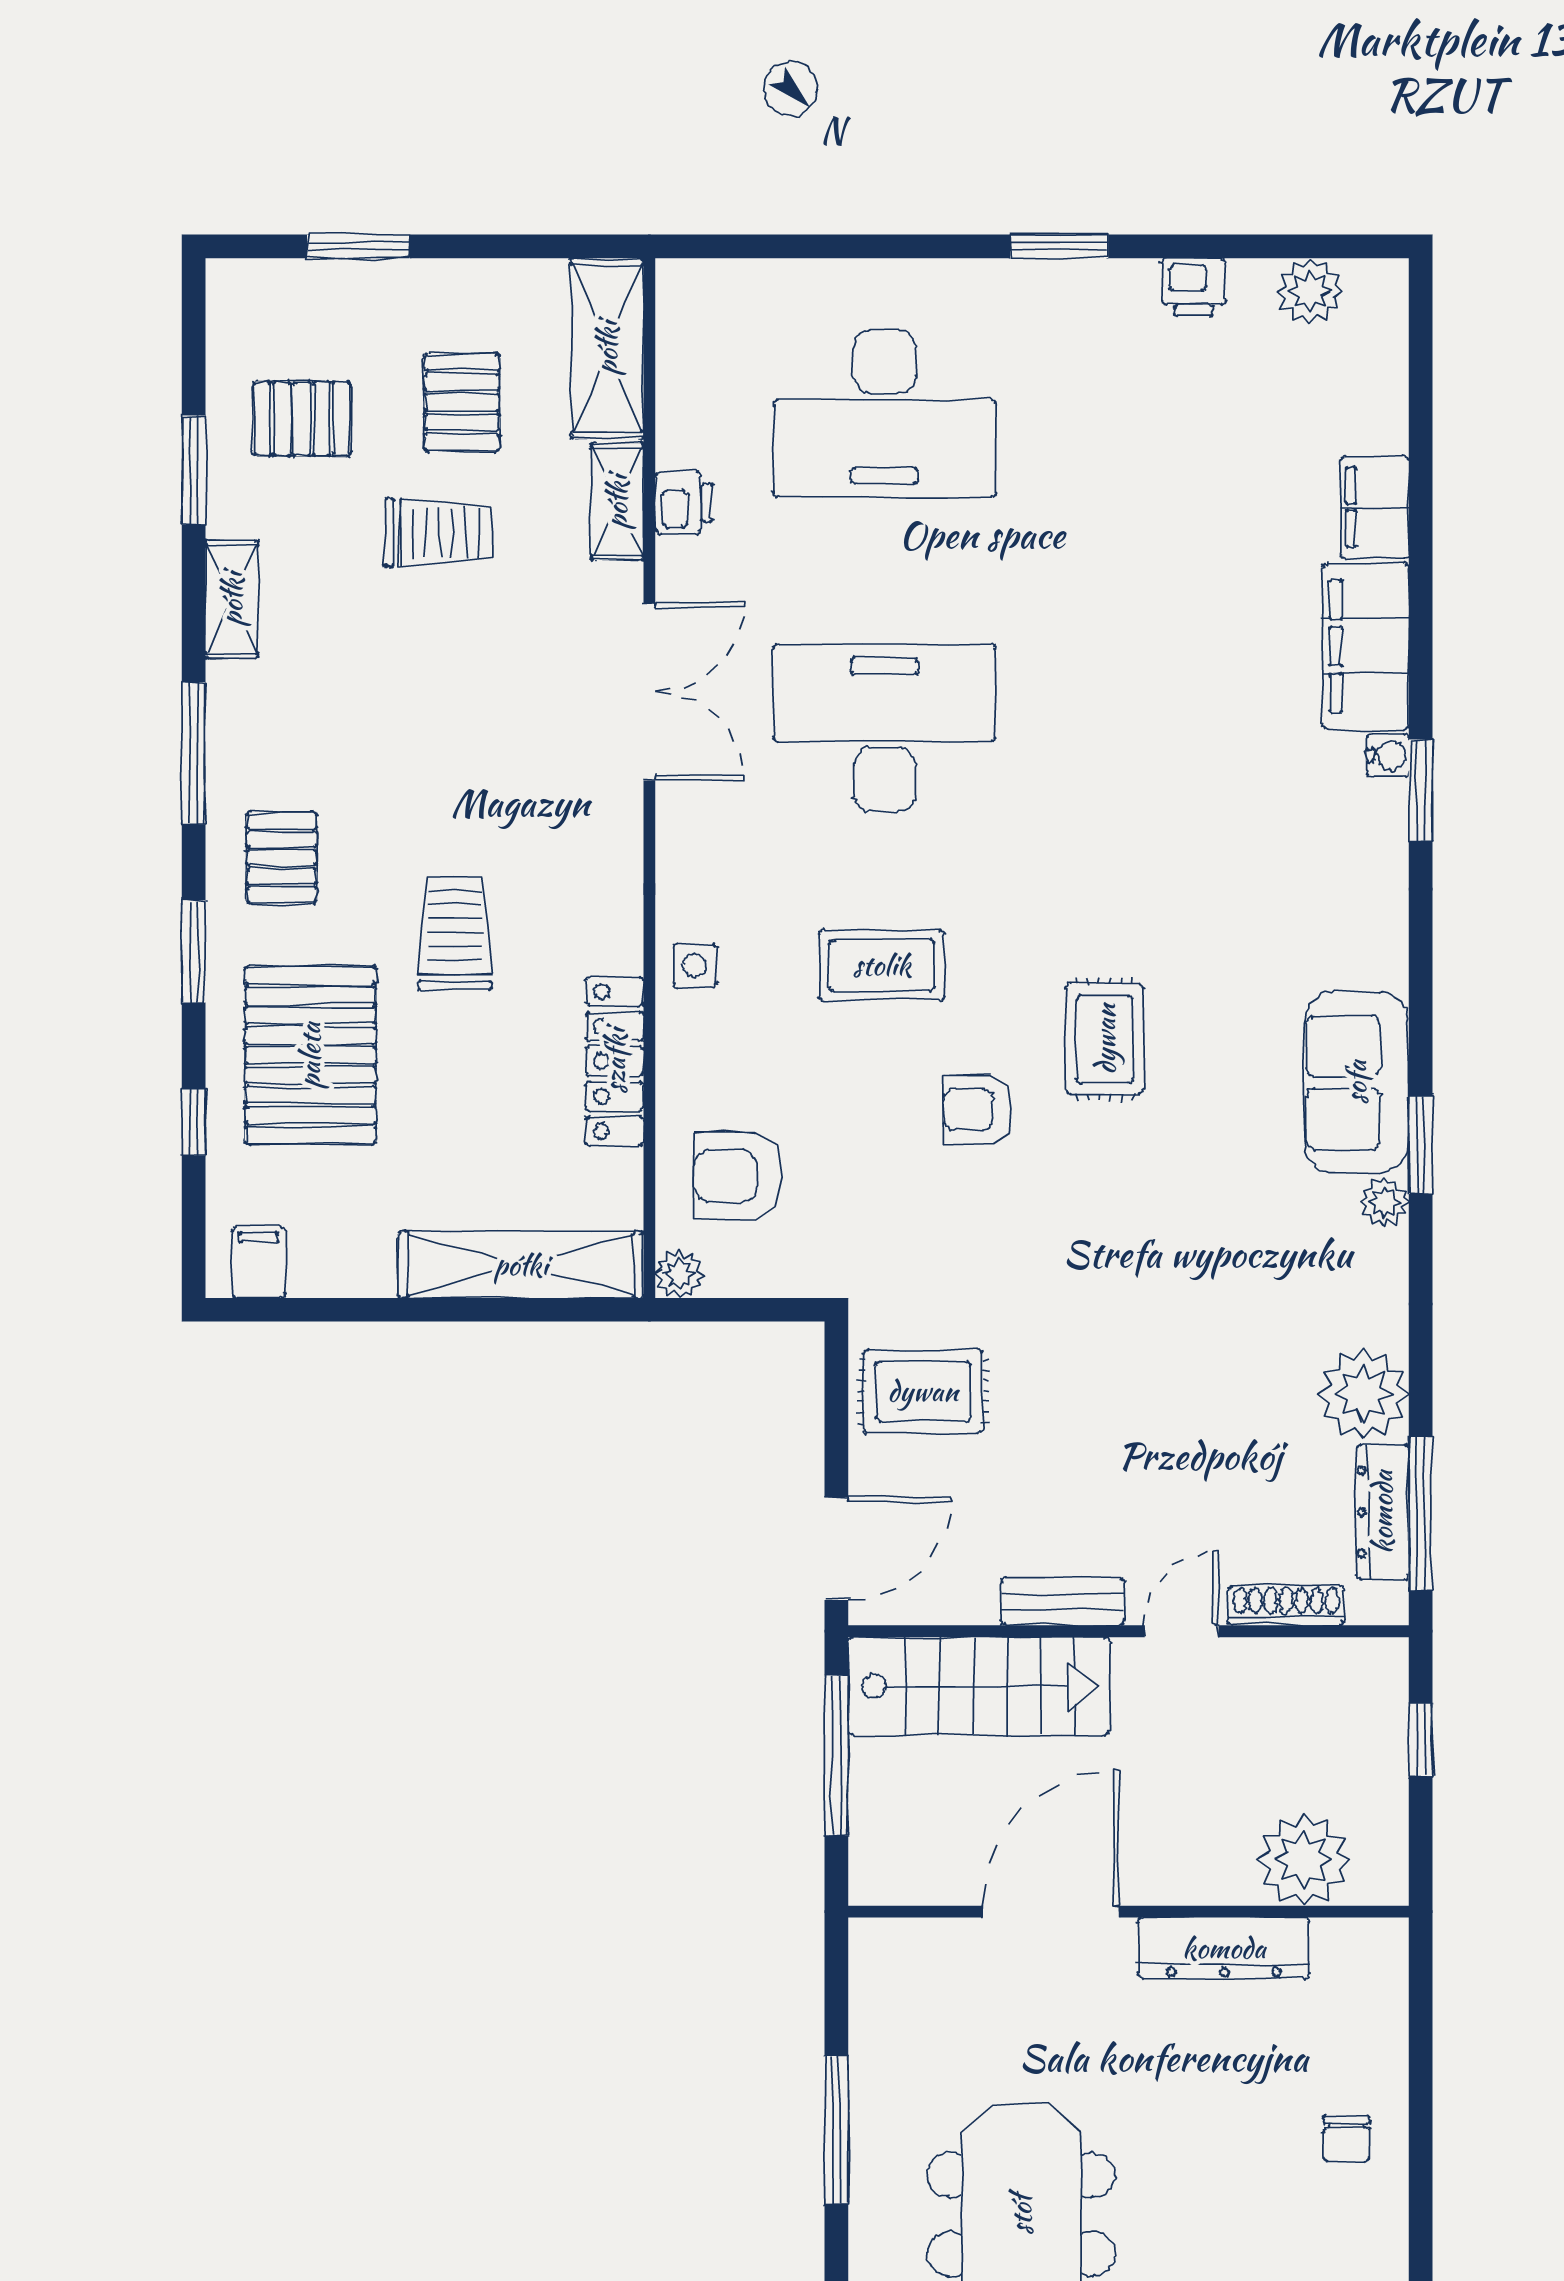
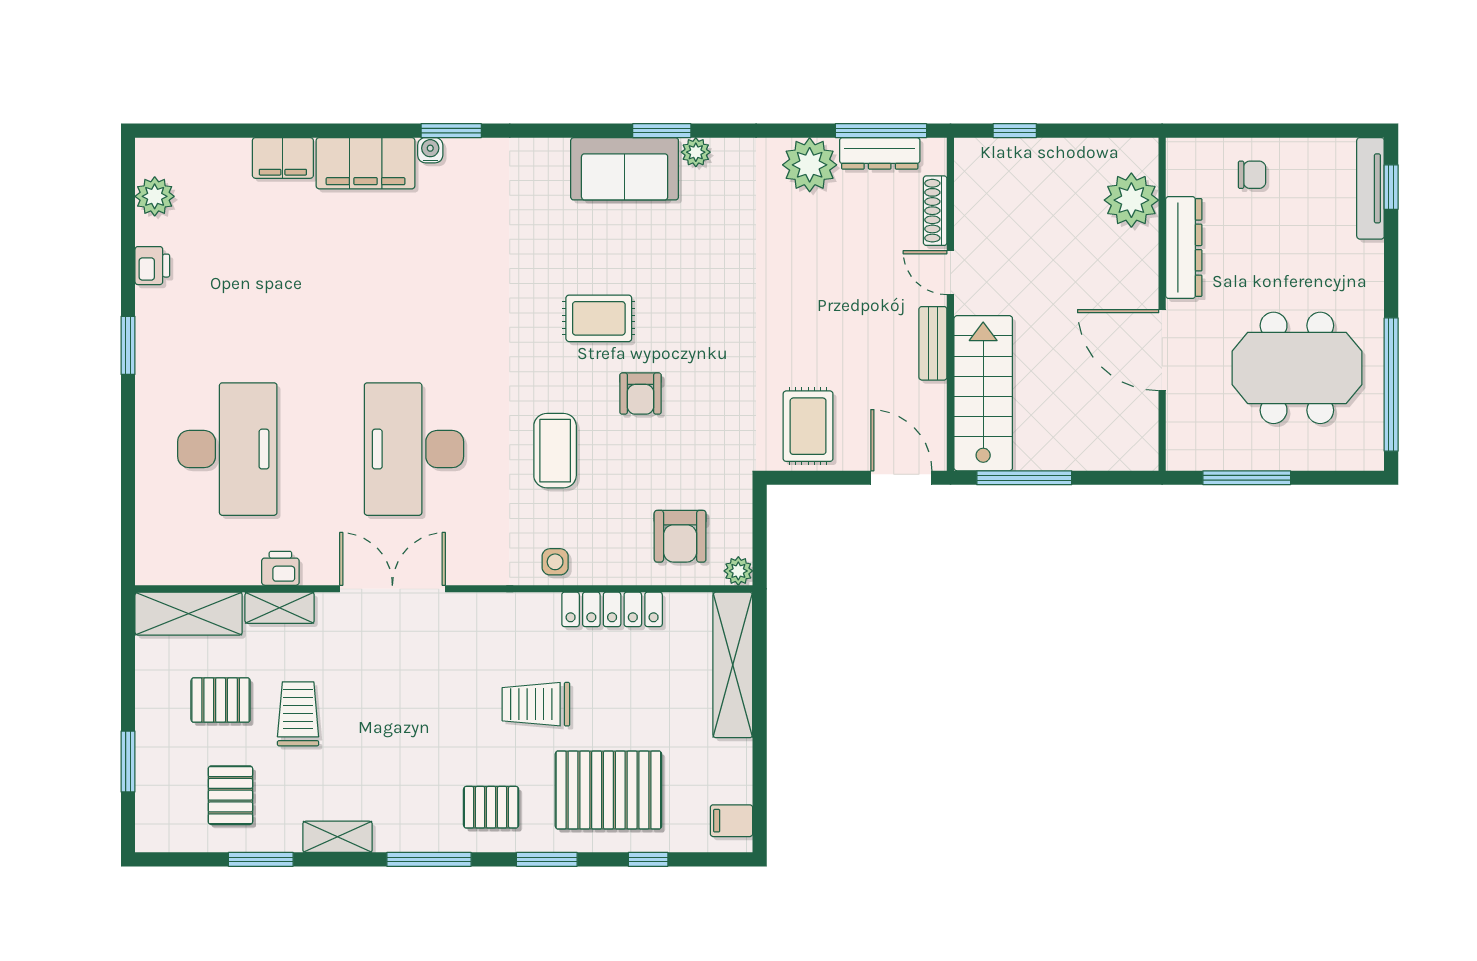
plant: (1304, 1860) -> (1131, 200), moved
door: (1051, 1912) -> (1162, 350), moved
wall: (1128, 1912) -> (1162, 304), moved
dresser: (1224, 1948) -> (1184, 248), moved

